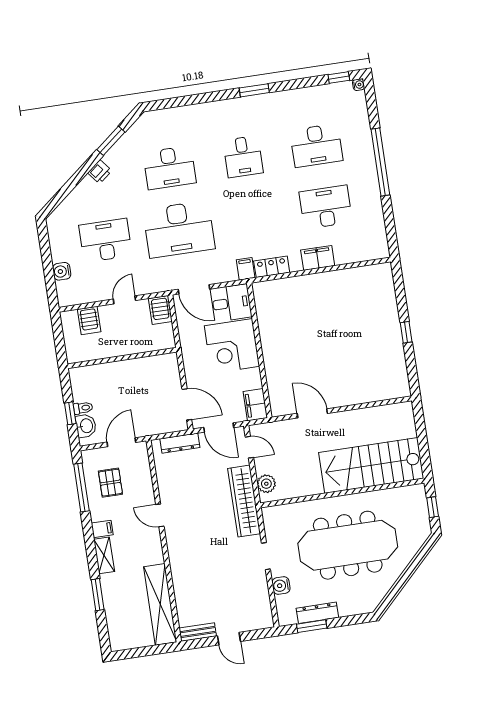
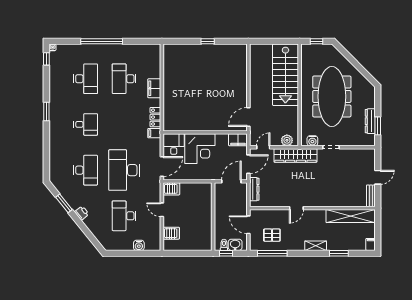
desk: (179, 229) -> (124, 170), turned 180
wall: (122, 358) -> (213, 217), moved
door: (312, 413) -> (248, 117), moved
filing cabinet: (102, 529) -> (371, 244), moved
water cooler: (281, 586) -> (312, 141), moved

